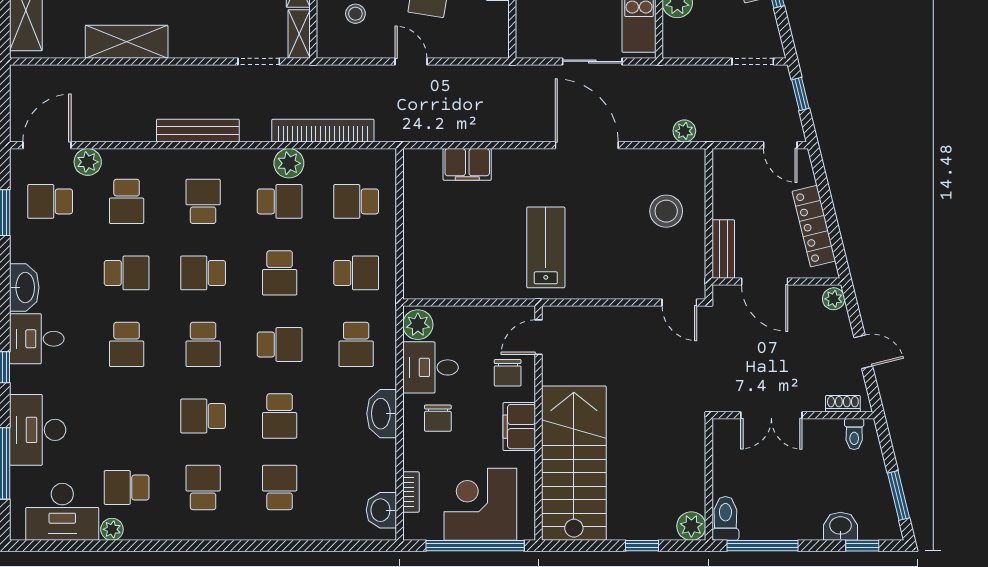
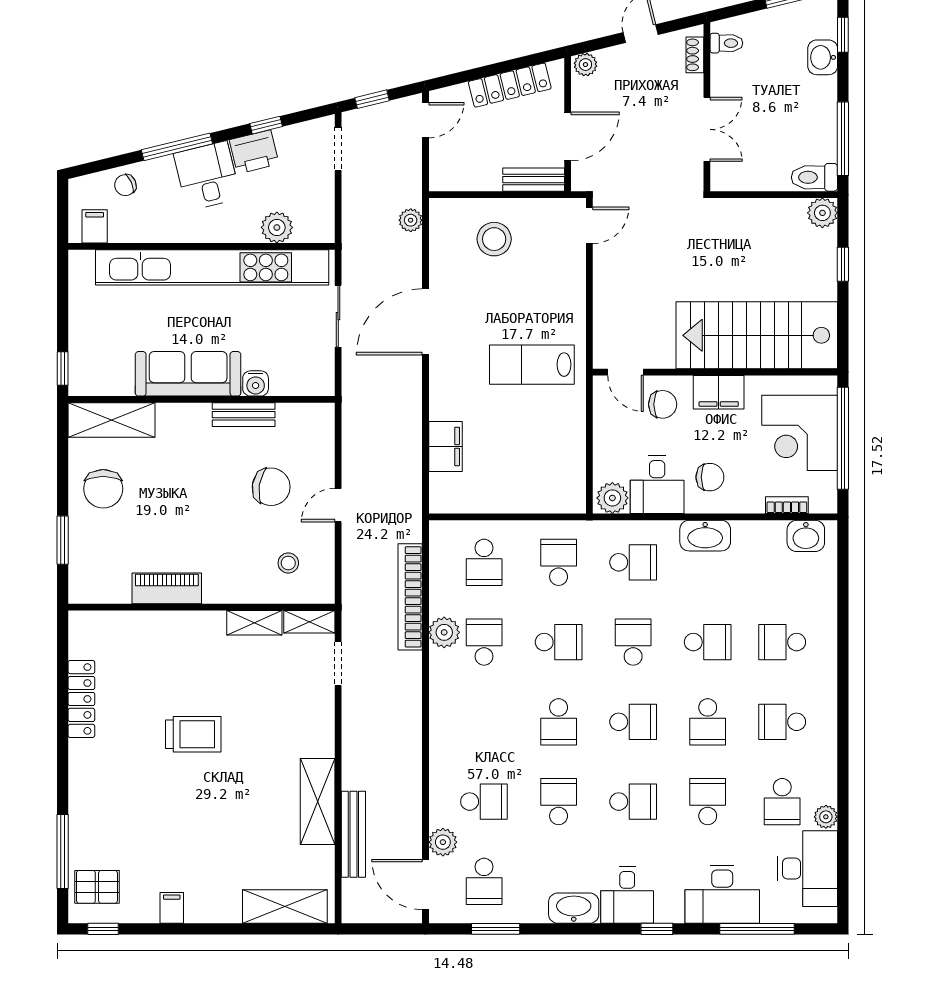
bench: (198, 131) -> (353, 834), moved
school desk: (203, 201) -> (708, 802), moved, turned 90

